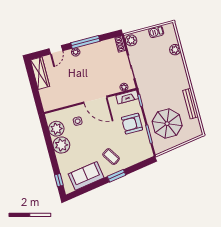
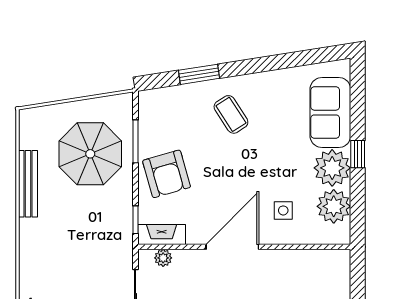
door: (95, 100) -> (232, 247), hinge flipped
armchair: (132, 124) -> (167, 174), turned 74
sofa: (86, 176) -> (330, 113), moved, turned 99
window: (117, 176) -> (199, 74), moved
window: (59, 180) -> (358, 154), moved

